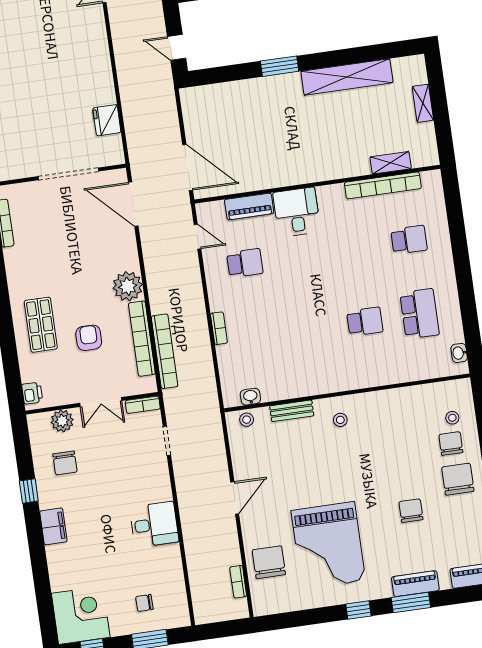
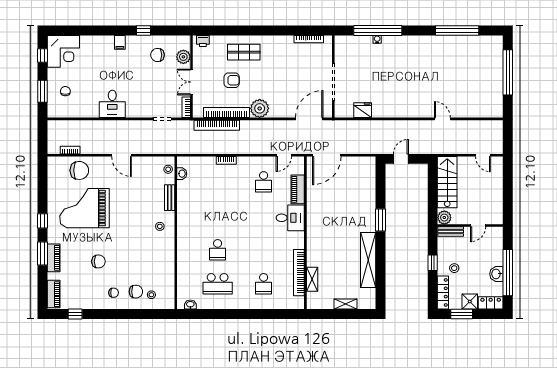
chair: (458, 479) -> (114, 293), width x0.54, depth x0.54
filing cabinet: (53, 526) -> (120, 42), width x0.50

